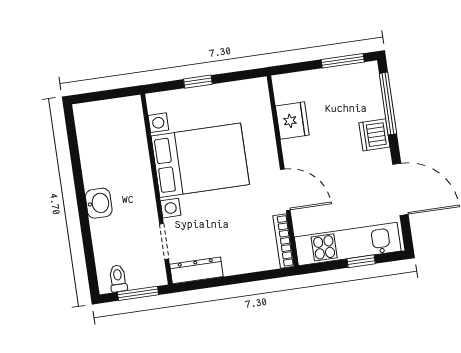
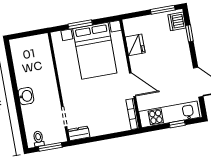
window: (198, 82) -> (80, 25), width x1.50
window: (388, 104) -> (189, 33), width x0.46
dishwasher: (374, 135) -> (177, 21), moved
bed with nightstands: (200, 160) -> (95, 51), moved, turned 90
dresser: (196, 270) -> (79, 133), width x0.70

